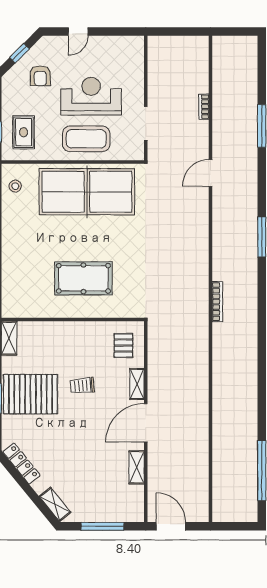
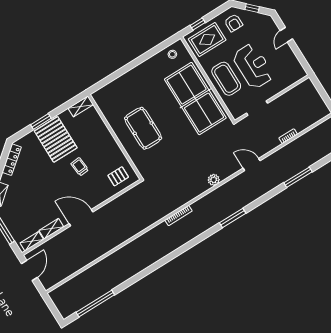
door: (78, 32) -> (286, 35), hinge flipped
armchair: (40, 76) -> (234, 23), moved, turned -90
rug: (24, 132) -> (207, 39), width x1.36, depth x1.43
plant: (200, 231) -> (214, 180), added
shelving: (137, 384) -> (32, 241), moved

